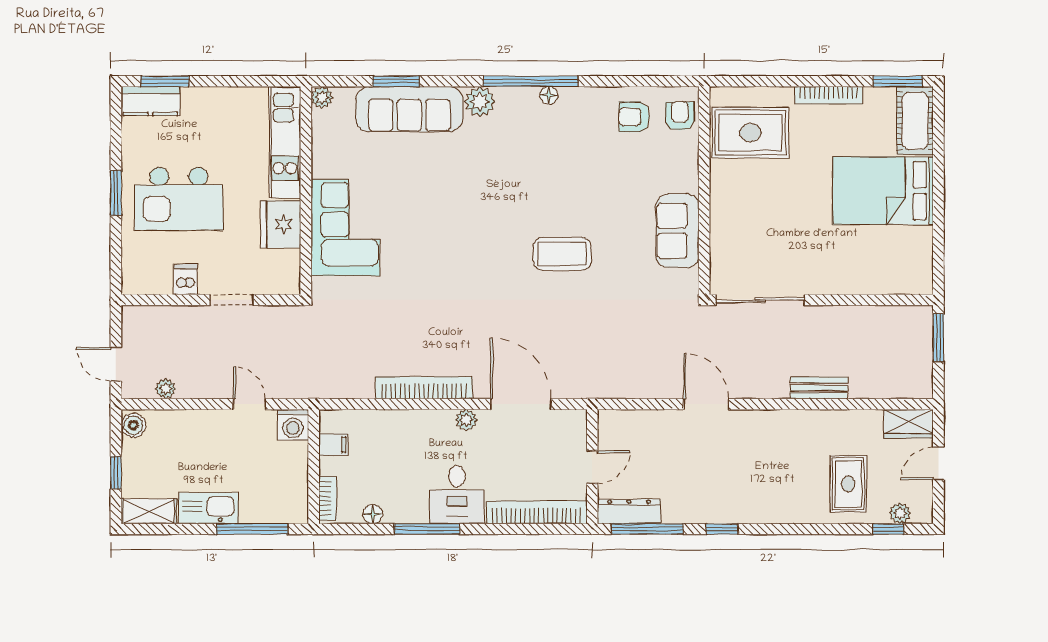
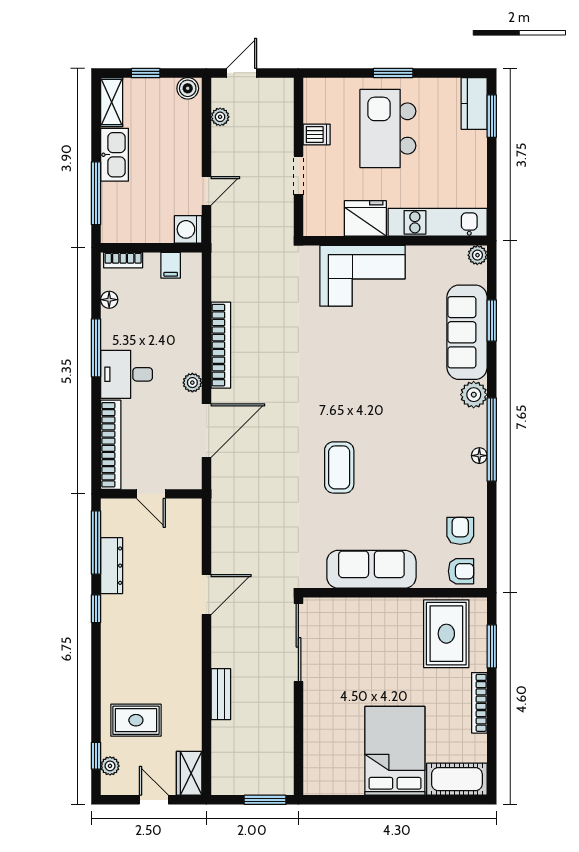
window: (898, 81) -> (492, 646), moved
sofa: (677, 231) -> (371, 569), width x1.36
dresser: (629, 511) -> (112, 566), moved

